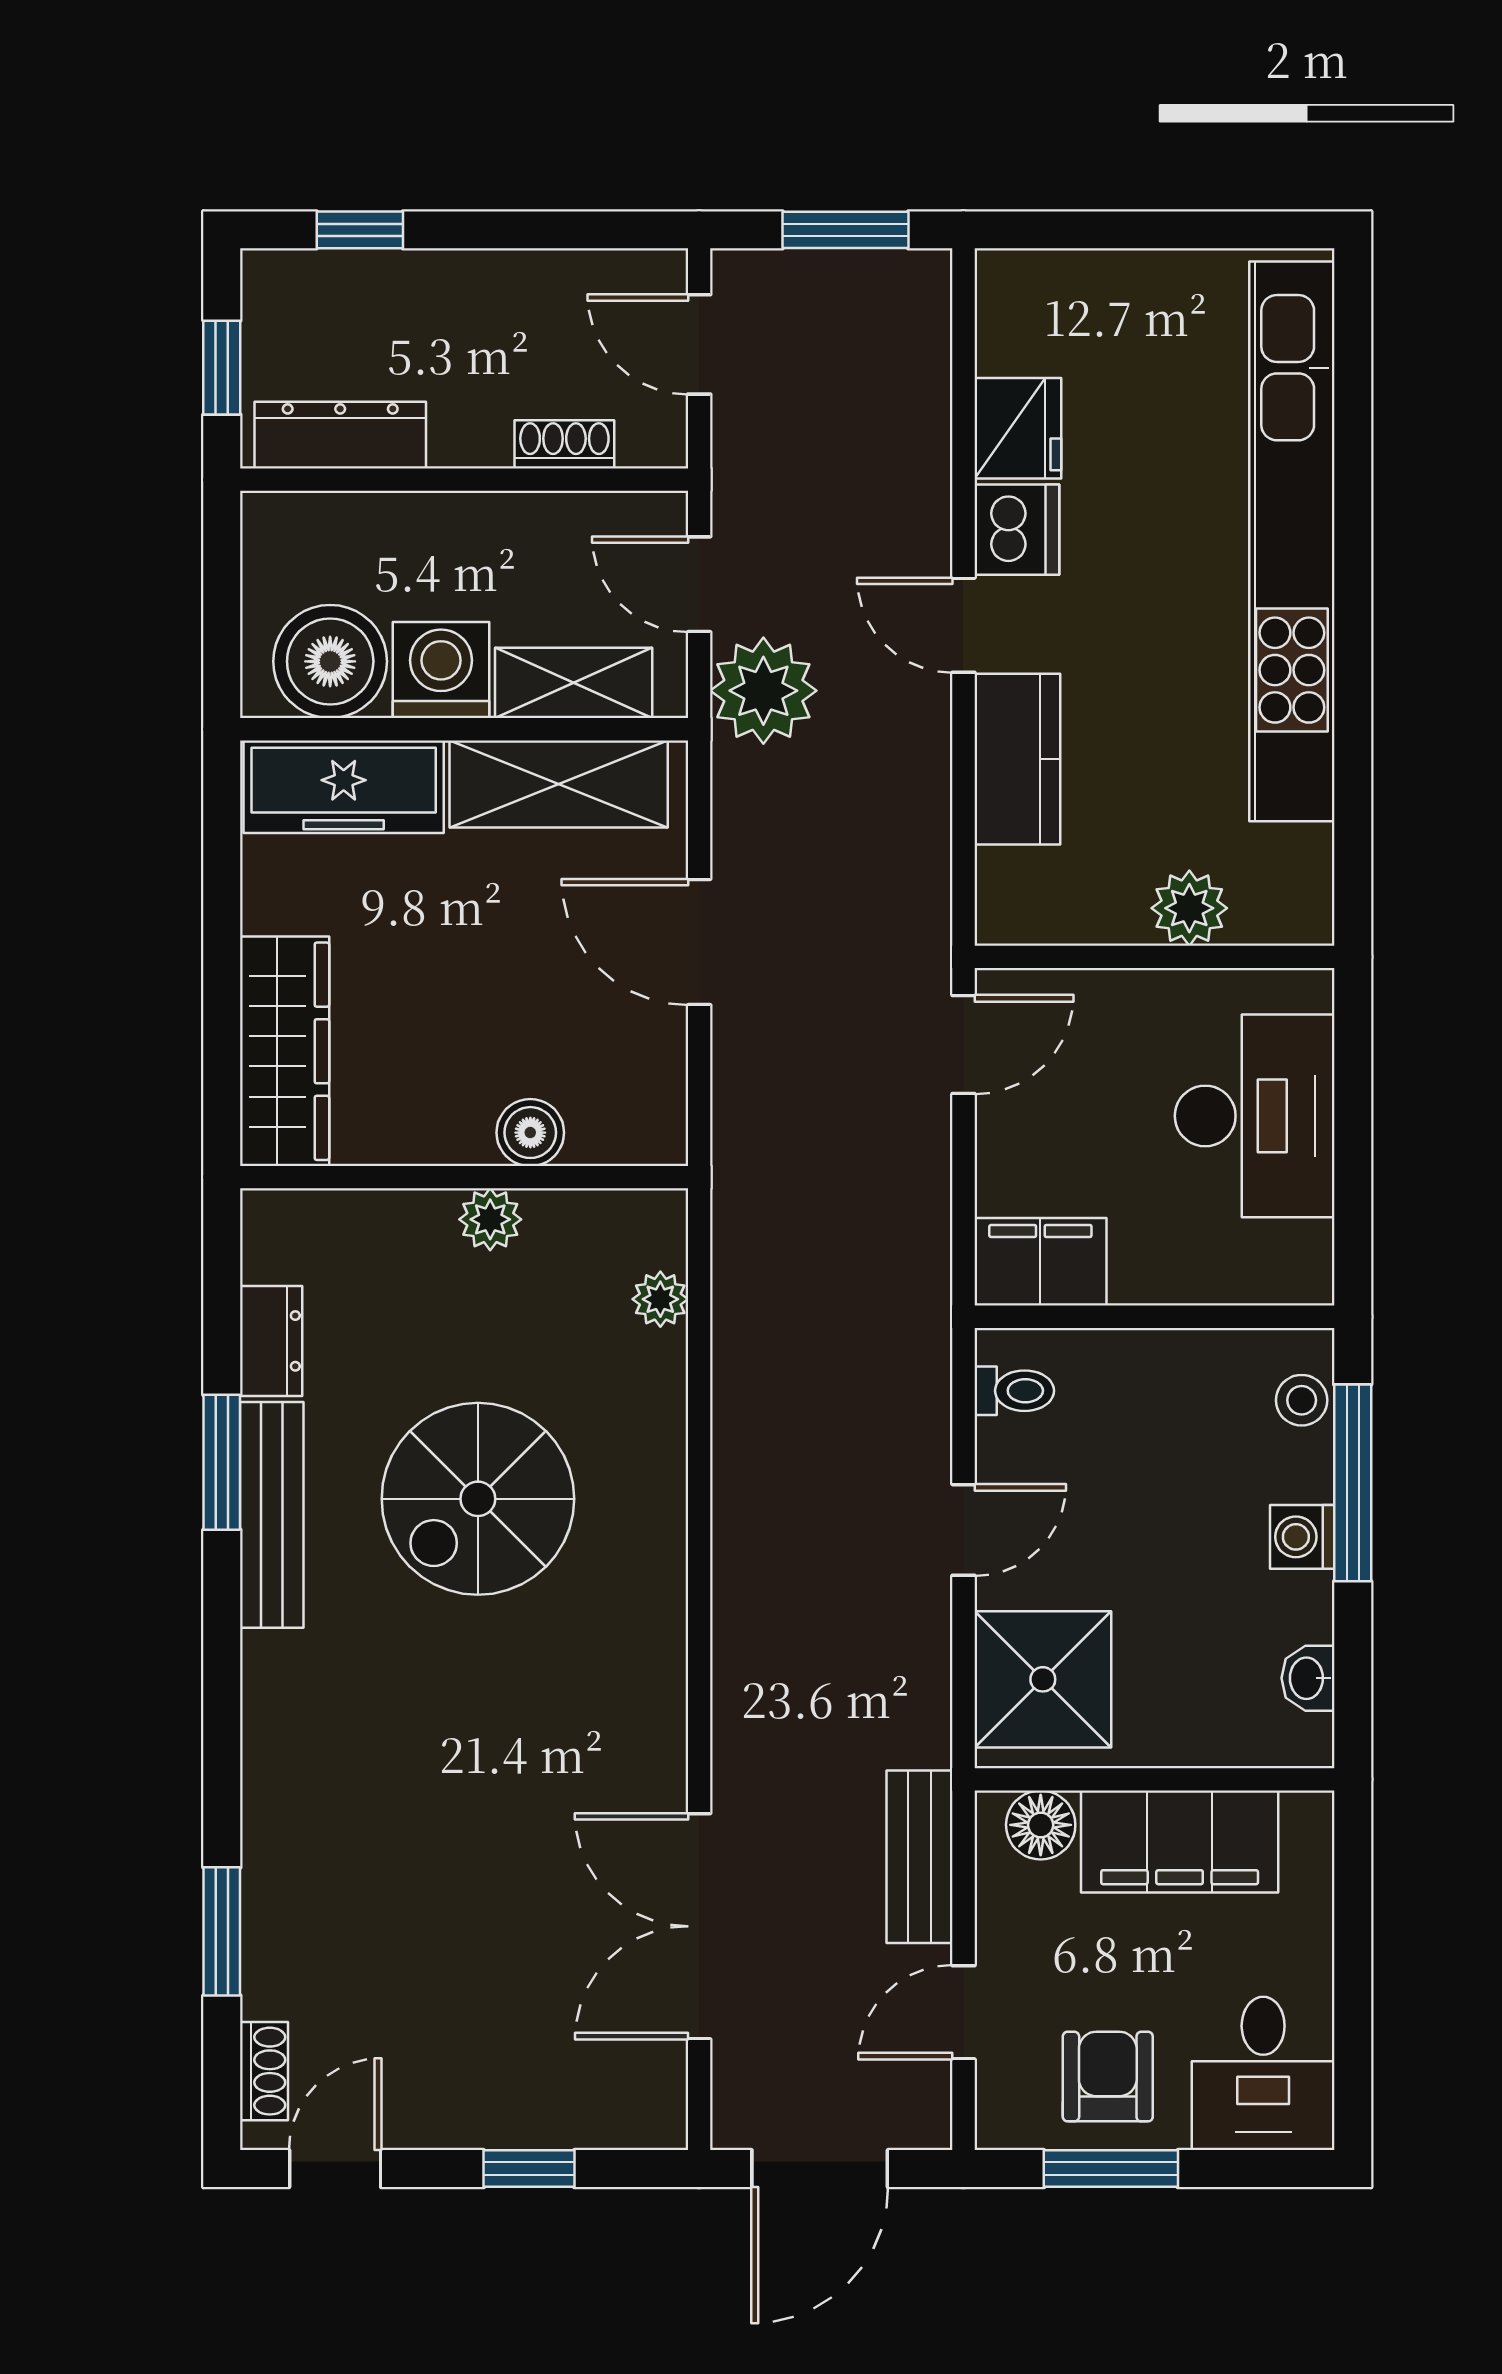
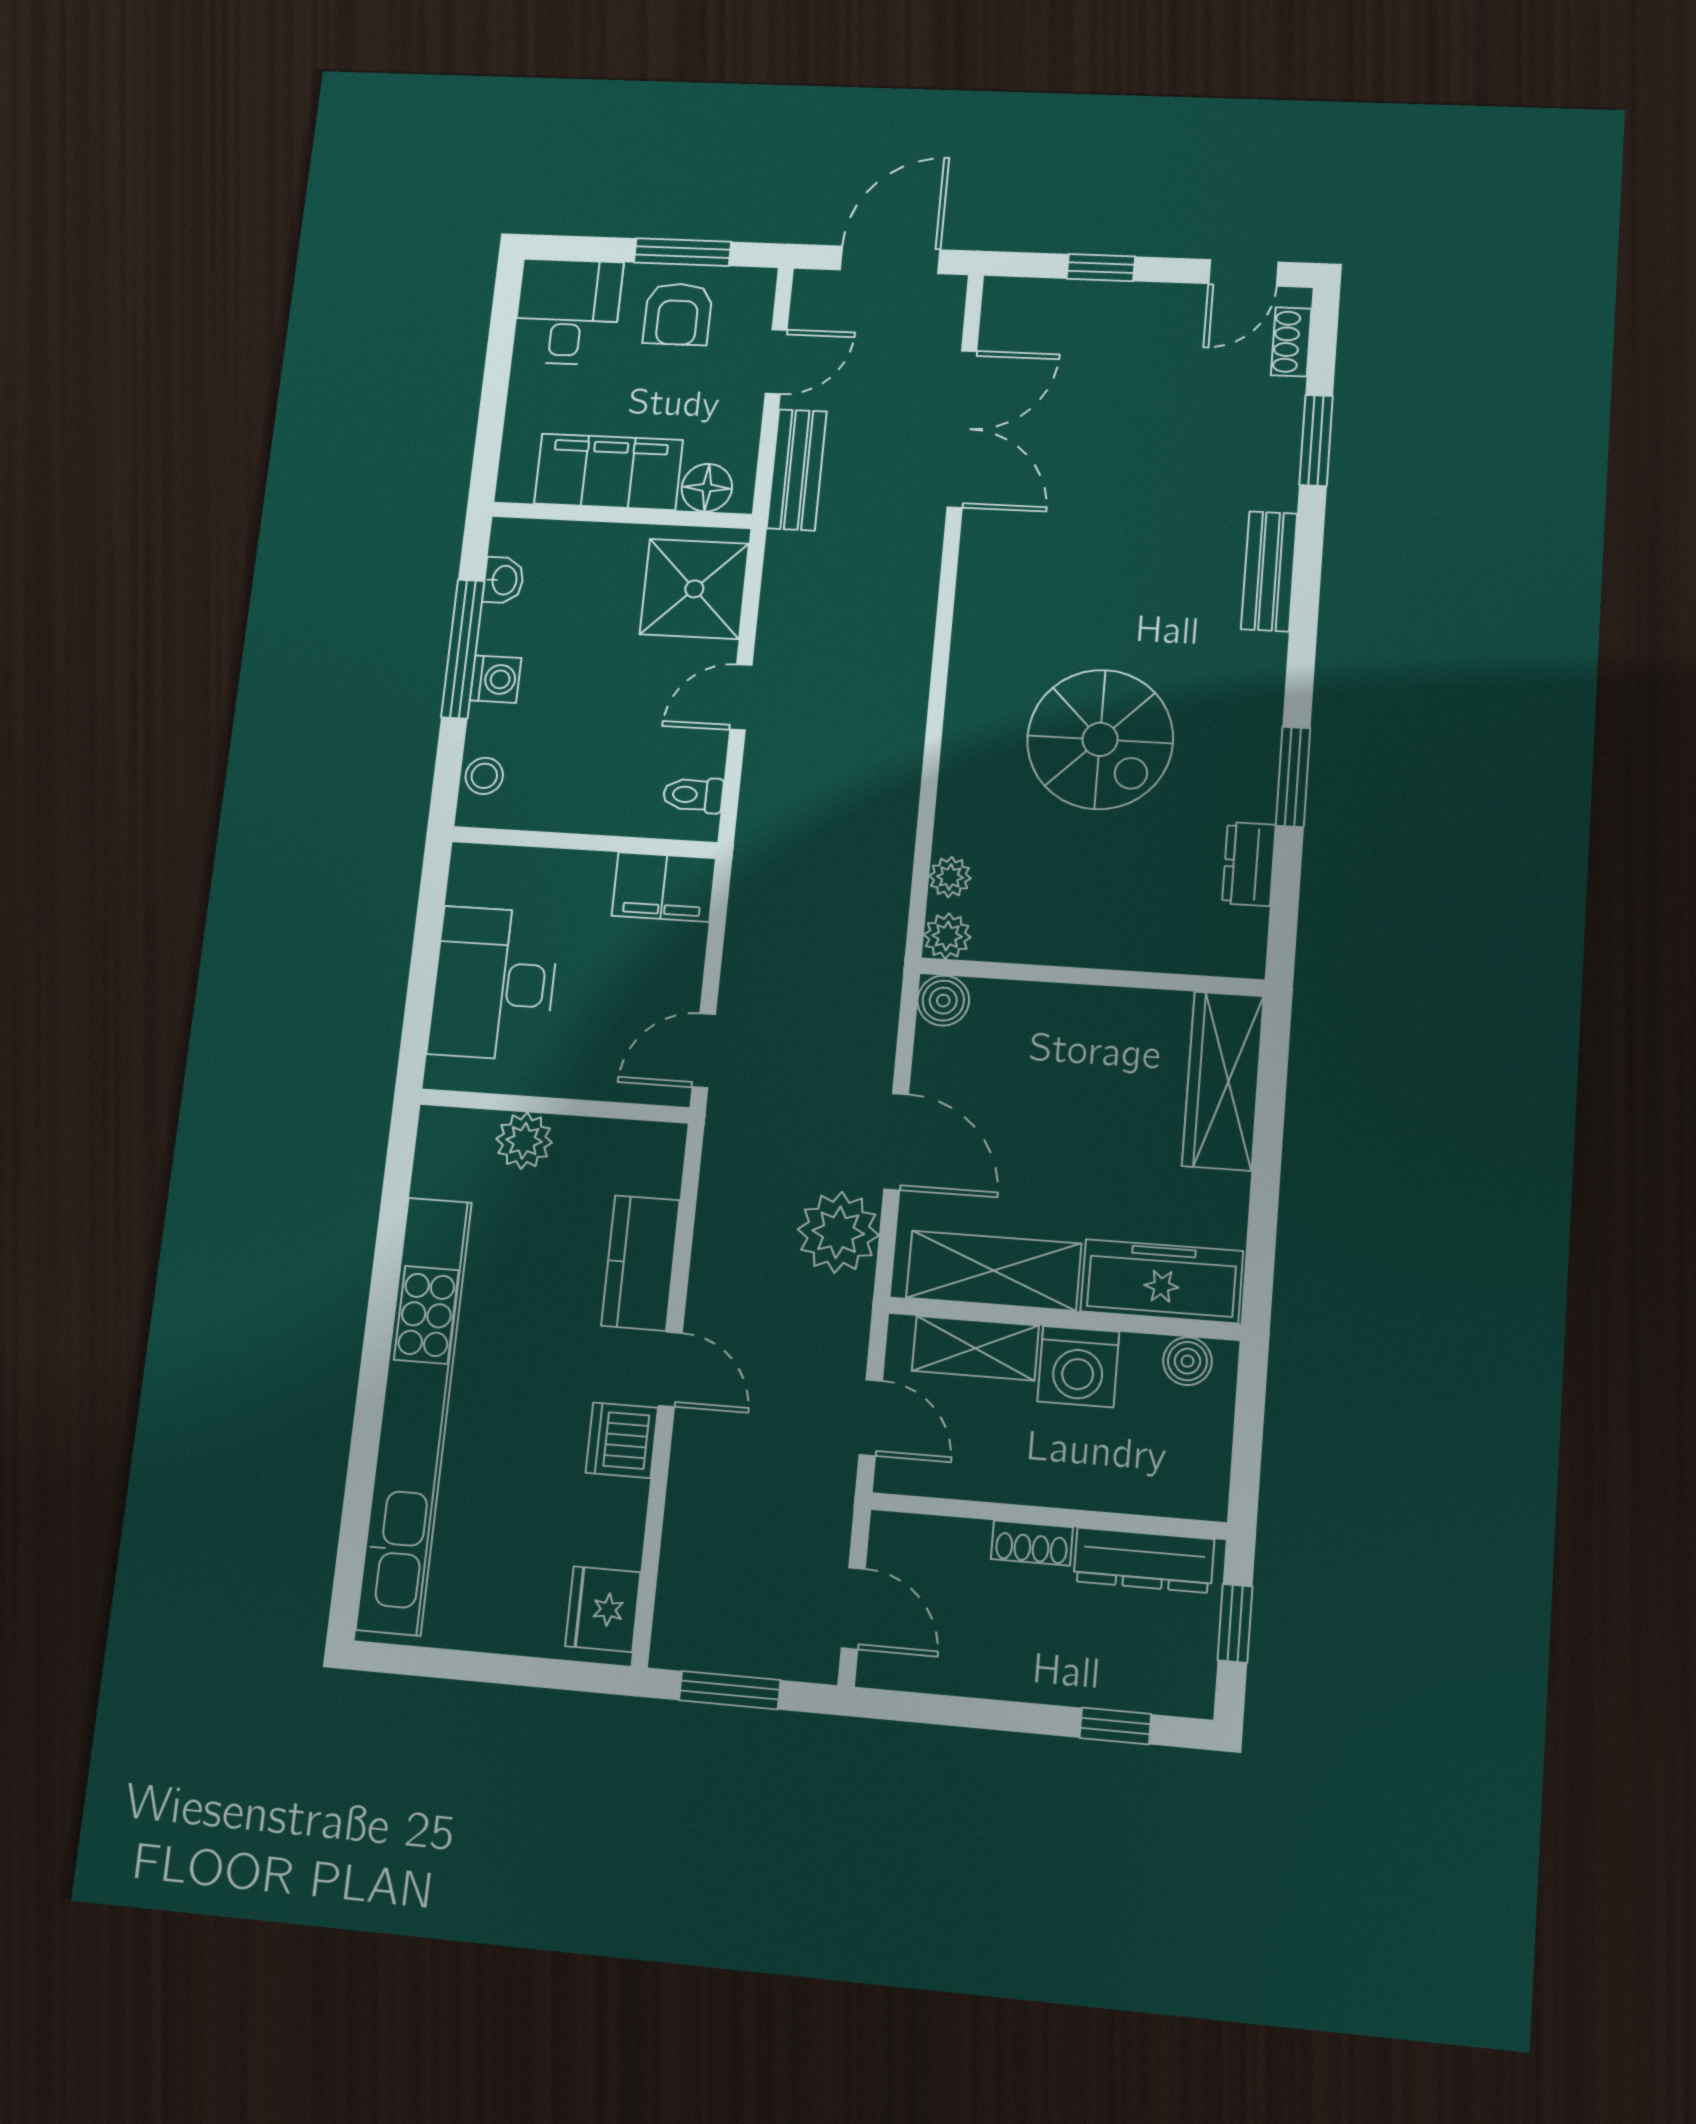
fridge: (1018, 428) -> (603, 1609), moved
shoe rack: (564, 444) -> (1032, 1543), moved
boiler: (330, 661) -> (1187, 1361), width x0.54, depth x0.54
plant: (763, 691) -> (838, 1232), moved
boiler: (530, 1133) -> (943, 1001), moved
plant: (490, 1219) -> (947, 936), moved
window: (1353, 1483) -> (463, 649), moved
spiral stairs: (478, 1499) -> (1100, 739), turned 90
bench: (272, 1515) -> (1269, 571), moved, width x0.73

